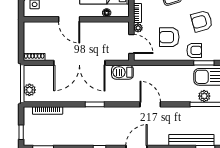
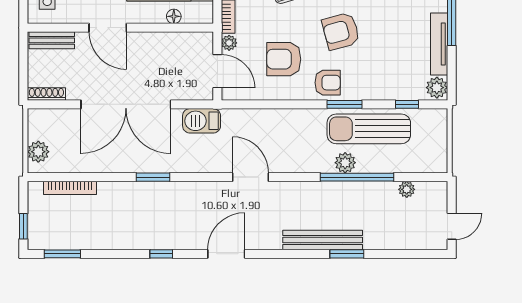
bench: (37, 26) -> (52, 40), added

